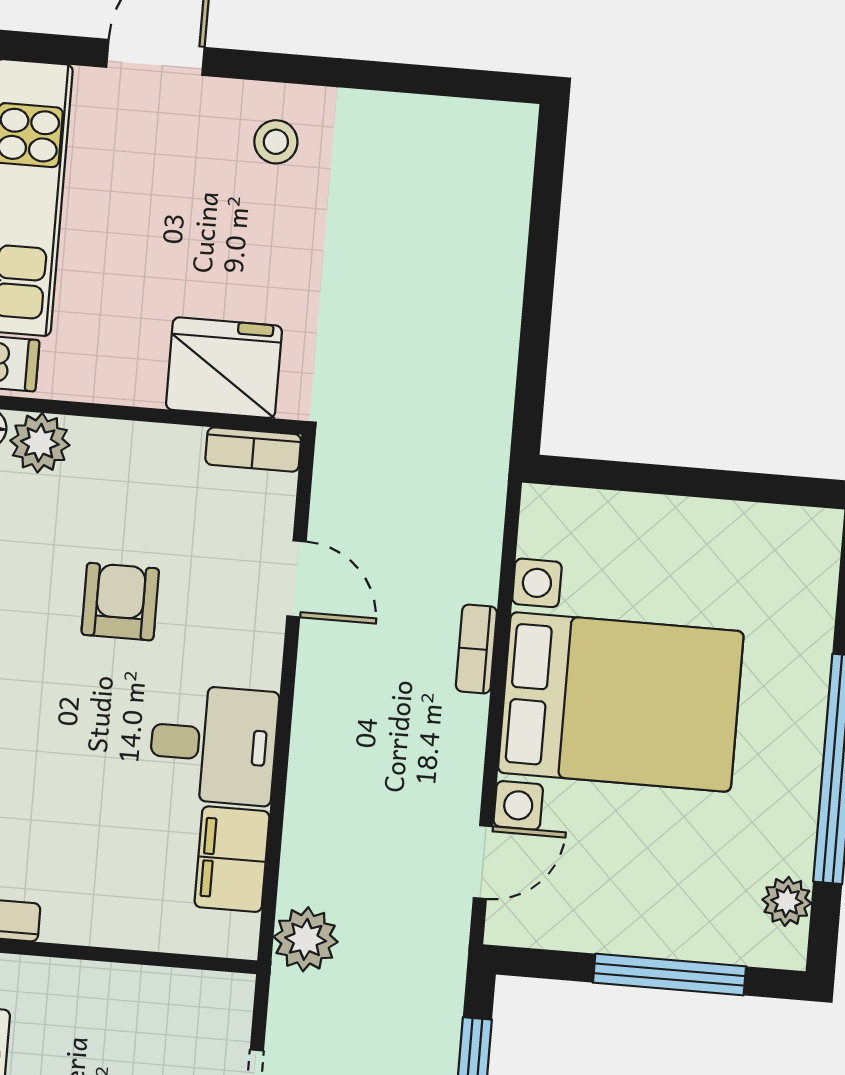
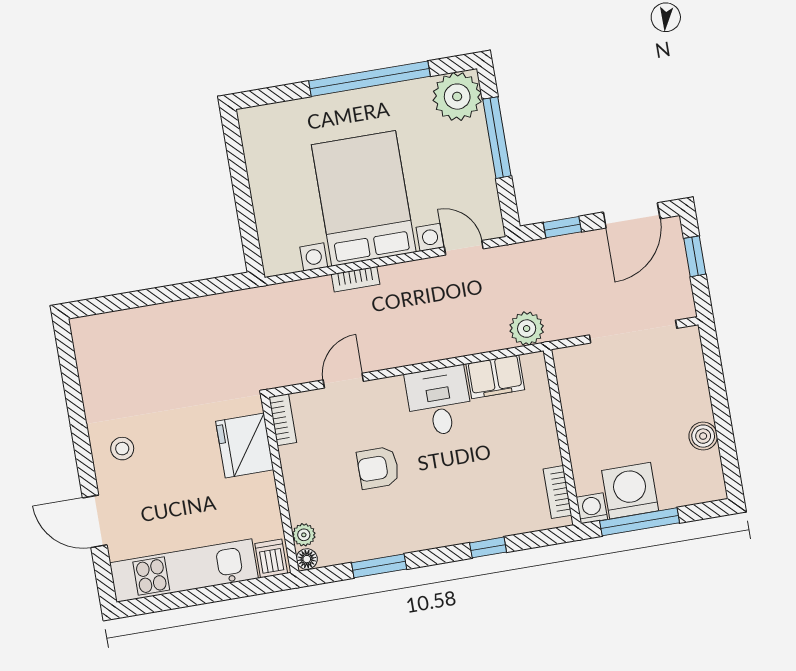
plant: (40, 443) -> (304, 535), width x0.73, depth x0.73
plant: (787, 901) -> (457, 97), width x1.87, depth x1.87

